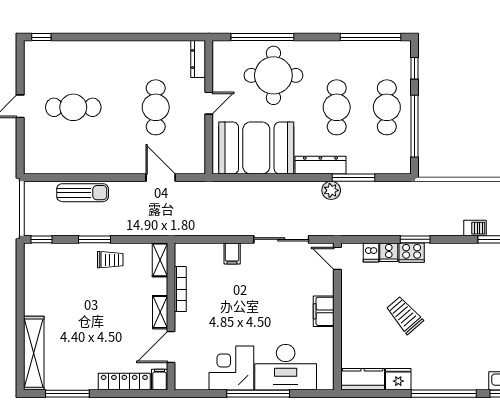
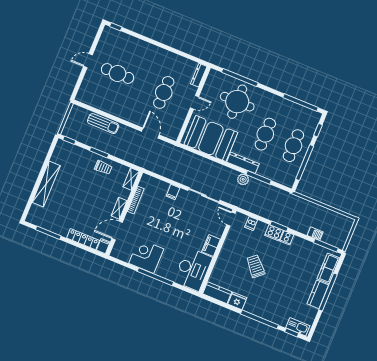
cooker: (389, 252) -> (287, 238), moved
shelving: (34, 353) -> (46, 184), moved
desk: (286, 367) -> (193, 269), moved, turned -90

